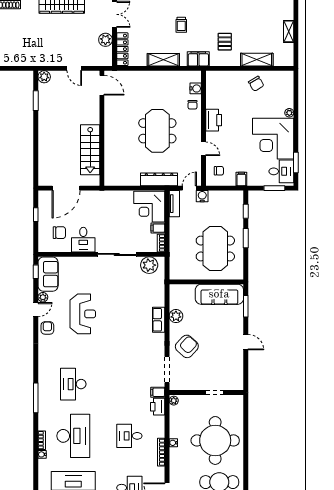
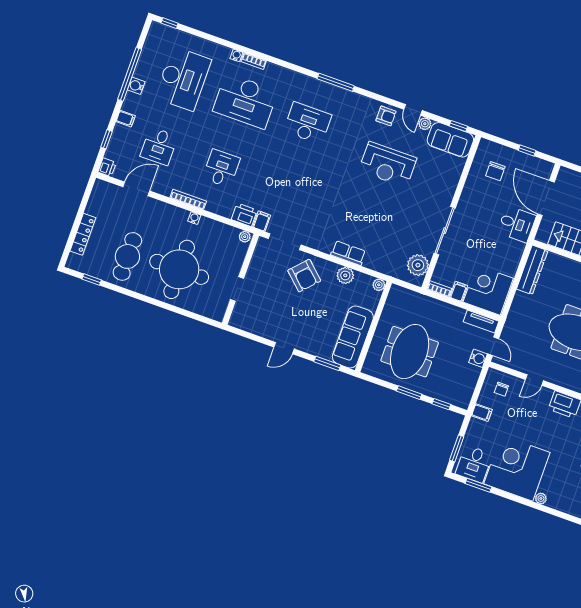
dresser: (159, 179) -> (532, 270), moved
desk: (83, 240) -> (517, 224), moved, turned 180
meeting table: (215, 249) -> (410, 352), turned 90
plant: (174, 289) -> (379, 285), added
window: (36, 398) -> (336, 82), moved

